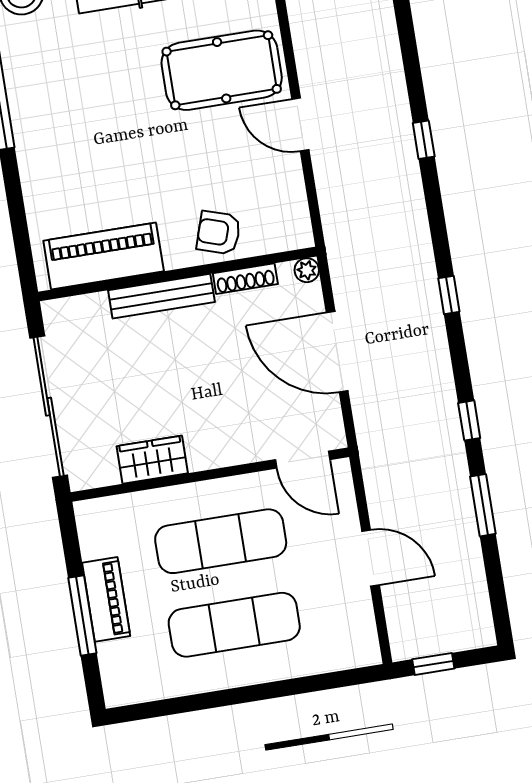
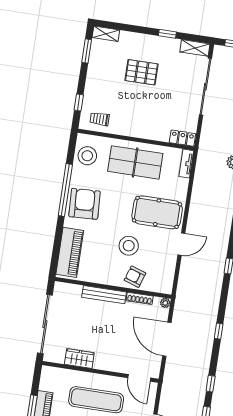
armchair: (50, 104) -> (85, 204), added
door: (300, 125) -> (181, 244), swing flipped
stool: (182, 167) -> (129, 246), added
piano: (104, 256) -> (70, 252), moved, turned 90

